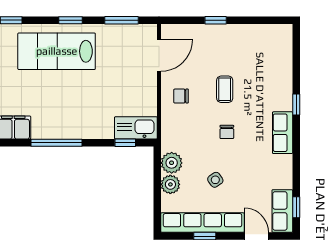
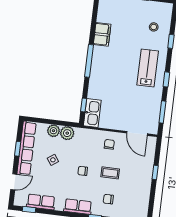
lab bench: (57, 51) -> (148, 68), width x0.73, depth x0.72
chair: (265, 87) -> (108, 199), added
row of seats: (282, 211) -> (41, 202), moved

